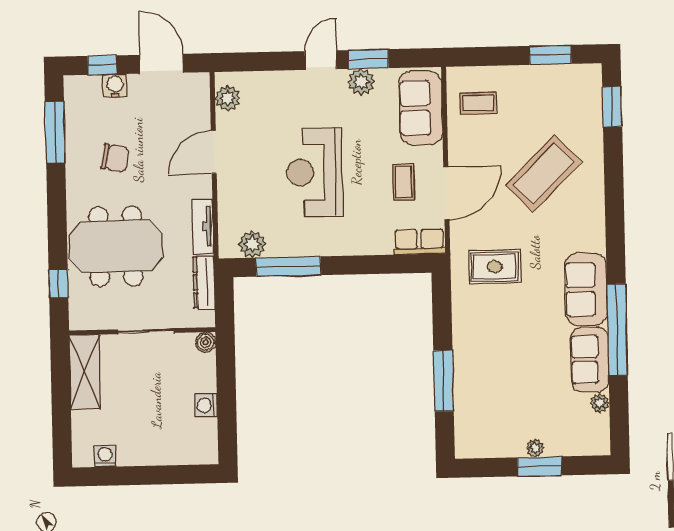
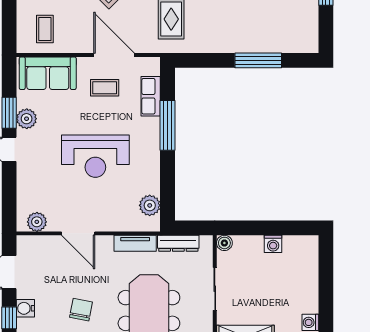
row of seats: (419, 242) -> (151, 96), moved
window: (288, 266) -> (167, 125), moved

